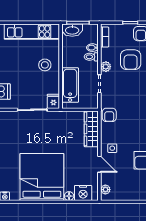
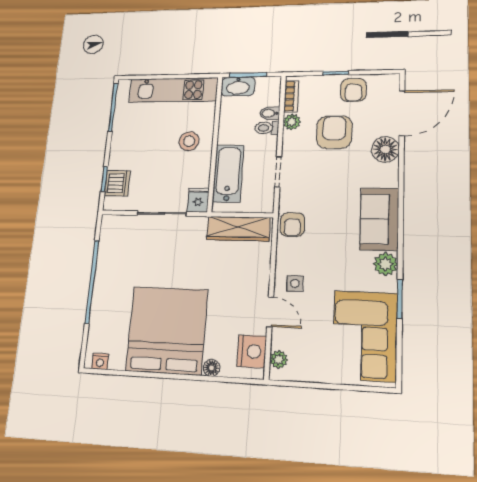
armchair: (131, 60) -> (334, 132), turned 180
plant: (106, 67) -> (292, 122), moved
wardrobe: (91, 129) -> (238, 229), moved, turned -90
nightstand: (83, 193) -> (252, 351), moved, turned -90

